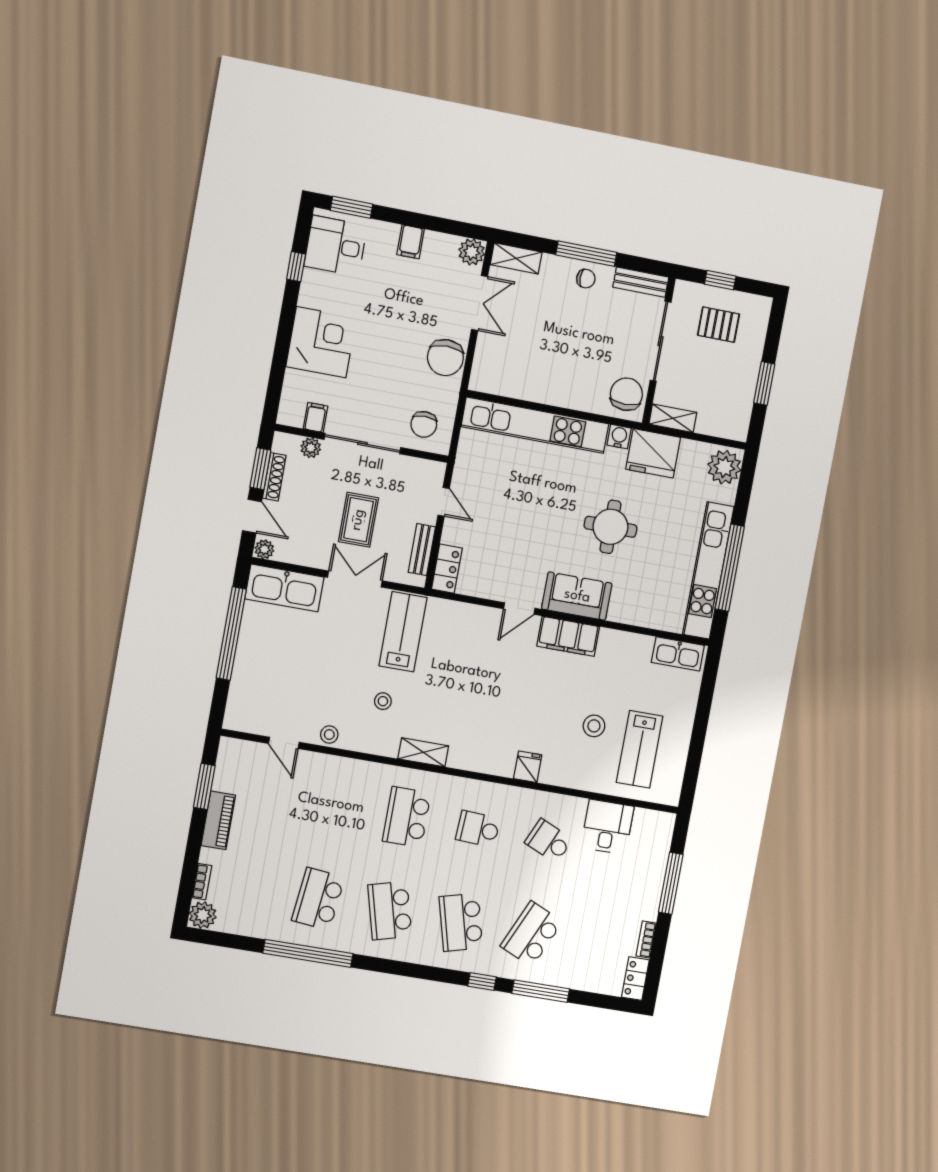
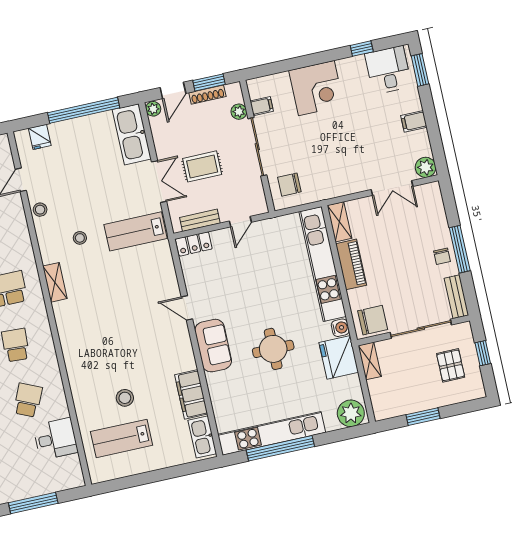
shelving: (516, 258) -> (339, 222), moved
chair: (445, 358) -> (343, 180), removed
piano: (550, 391) -> (351, 264), added
lab bench: (403, 632) -> (136, 231), turned 180
filing cabinet: (568, 636) -> (191, 394), moved
fridge: (528, 767) -> (40, 137), moved, turned 90

